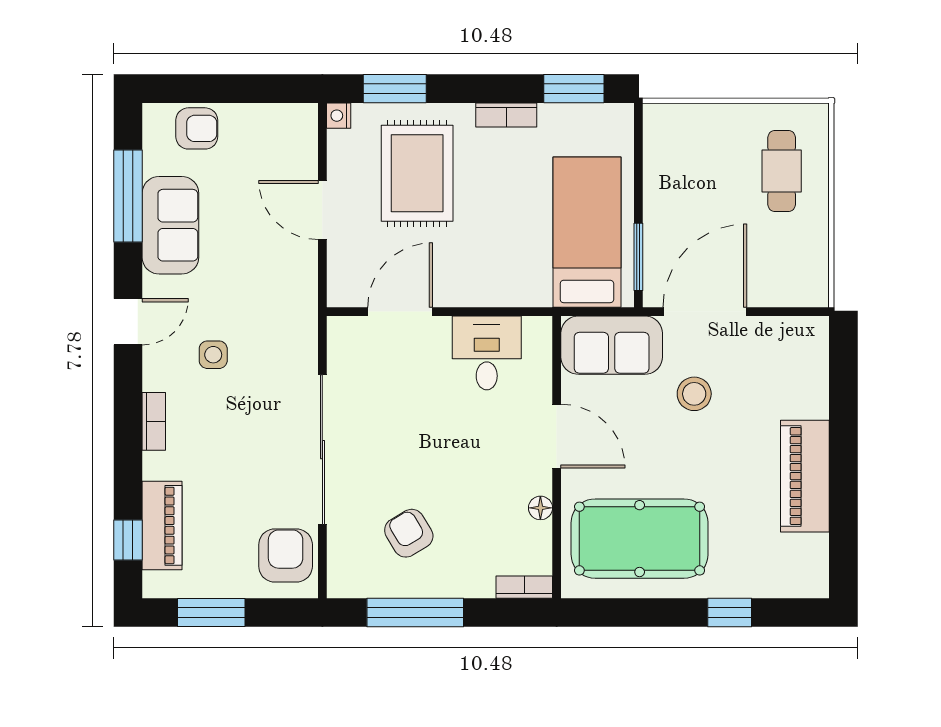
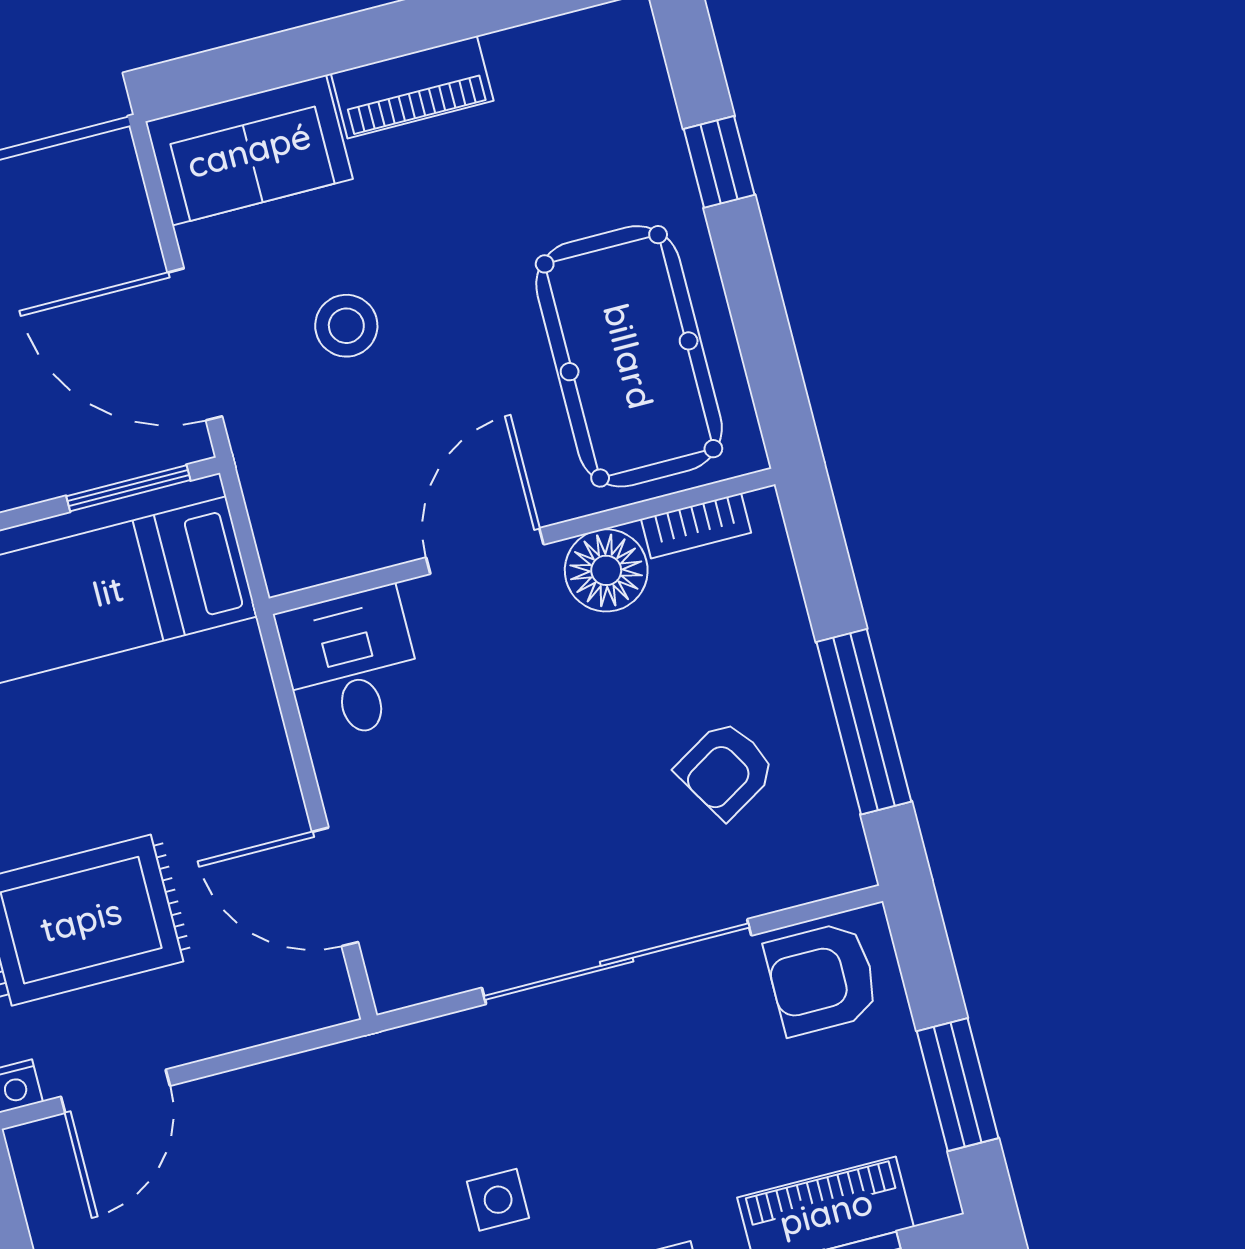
door: (322, 210) -> (115, 1091), moved
sofa: (612, 345) -> (249, 150), moved, turned 90
desk: (487, 353) -> (351, 664), moved, turned 90
piano: (805, 476) -> (412, 87), width x0.73, depth x0.75
floor lamp: (540, 508) -> (606, 570), width x1.89, depth x1.89
bookcase: (524, 587) -> (696, 526), moved, turned -90

